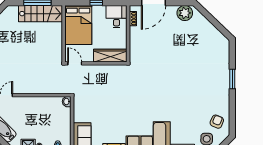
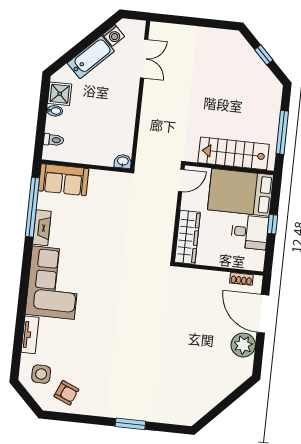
plant: (185, 13) -> (243, 345), moved
stairs: (40, 14) -> (234, 153), moved, turned 90
desk: (116, 17) -> (250, 232), moved

